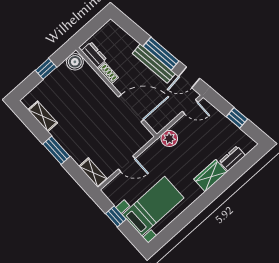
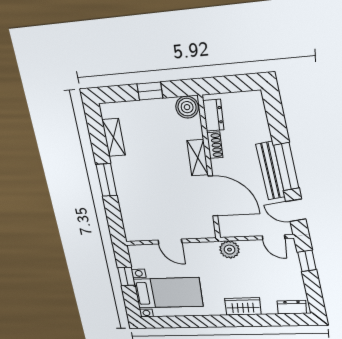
window: (237, 118) -> (307, 261), moved
dresser: (232, 159) -> (292, 307), moved
shelving: (93, 173) -> (198, 158), moved

